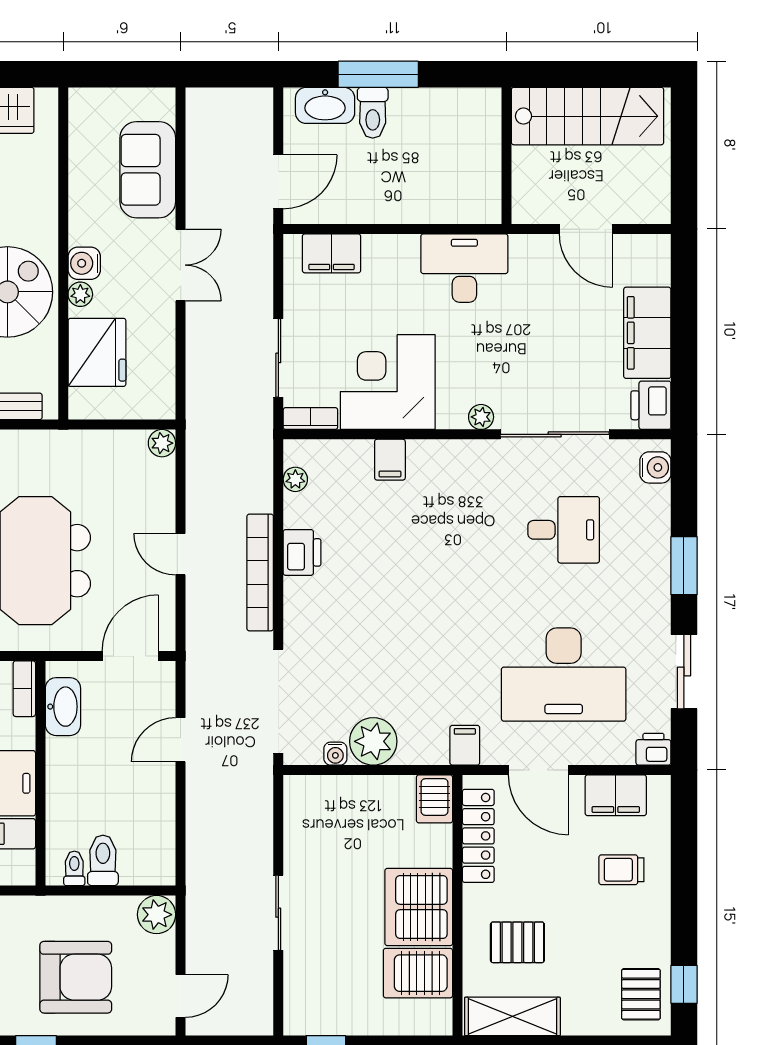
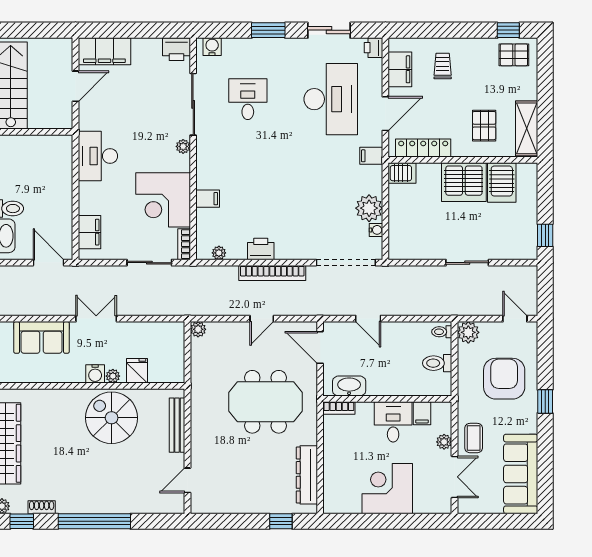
filing cabinet: (647, 333) -> (104, 51), moved
fridge: (97, 352) -> (137, 371), width x0.53, depth x0.75
toilet: (74, 868) -> (442, 332), moved
trolley: (621, 870) -> (443, 66), turned 180

